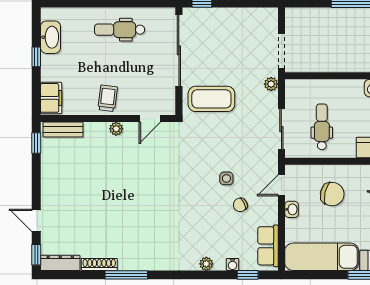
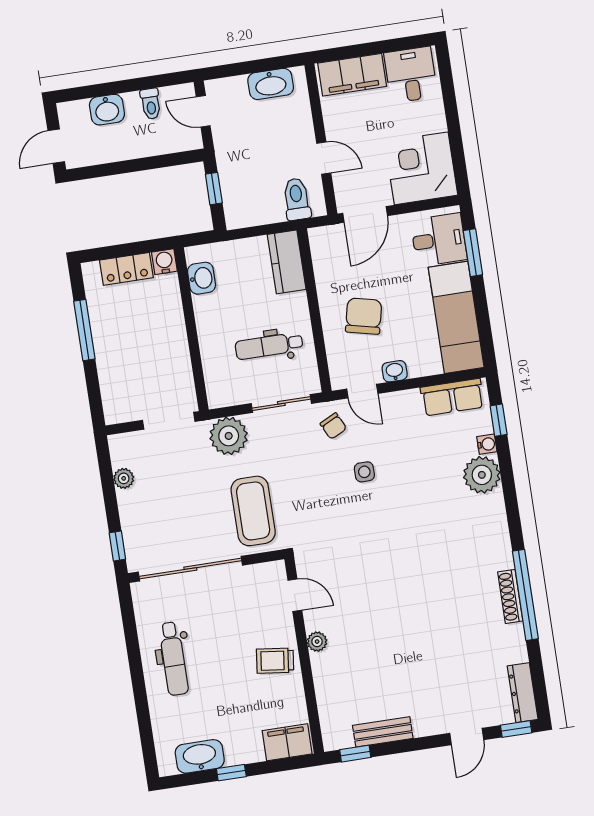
plant: (247, 14) -> (124, 478), added
plant: (271, 84) -> (229, 436), width x1.87, depth x1.87
bench: (63, 130) -> (383, 732), moved, turned 90
chair: (240, 205) -> (333, 426), moved
shoe rack: (99, 264) -> (510, 596), moved
plant: (206, 264) -> (482, 475), width x1.88, depth x1.88
window: (126, 275) -> (525, 595), width x1.46

